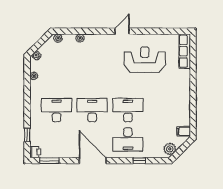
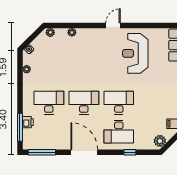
reception desk: (145, 60) -> (135, 53), turned -90
window: (27, 135) -> (20, 127), width x2.17
printer: (35, 152) -> (28, 122), moved
window: (49, 161) -> (42, 152), width x1.44

